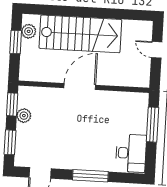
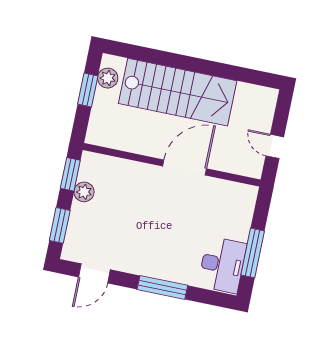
door: (157, 50) -> (275, 146), moved
door: (80, 86) -> (185, 167), moved
window: (152, 125) -> (253, 253), moved

